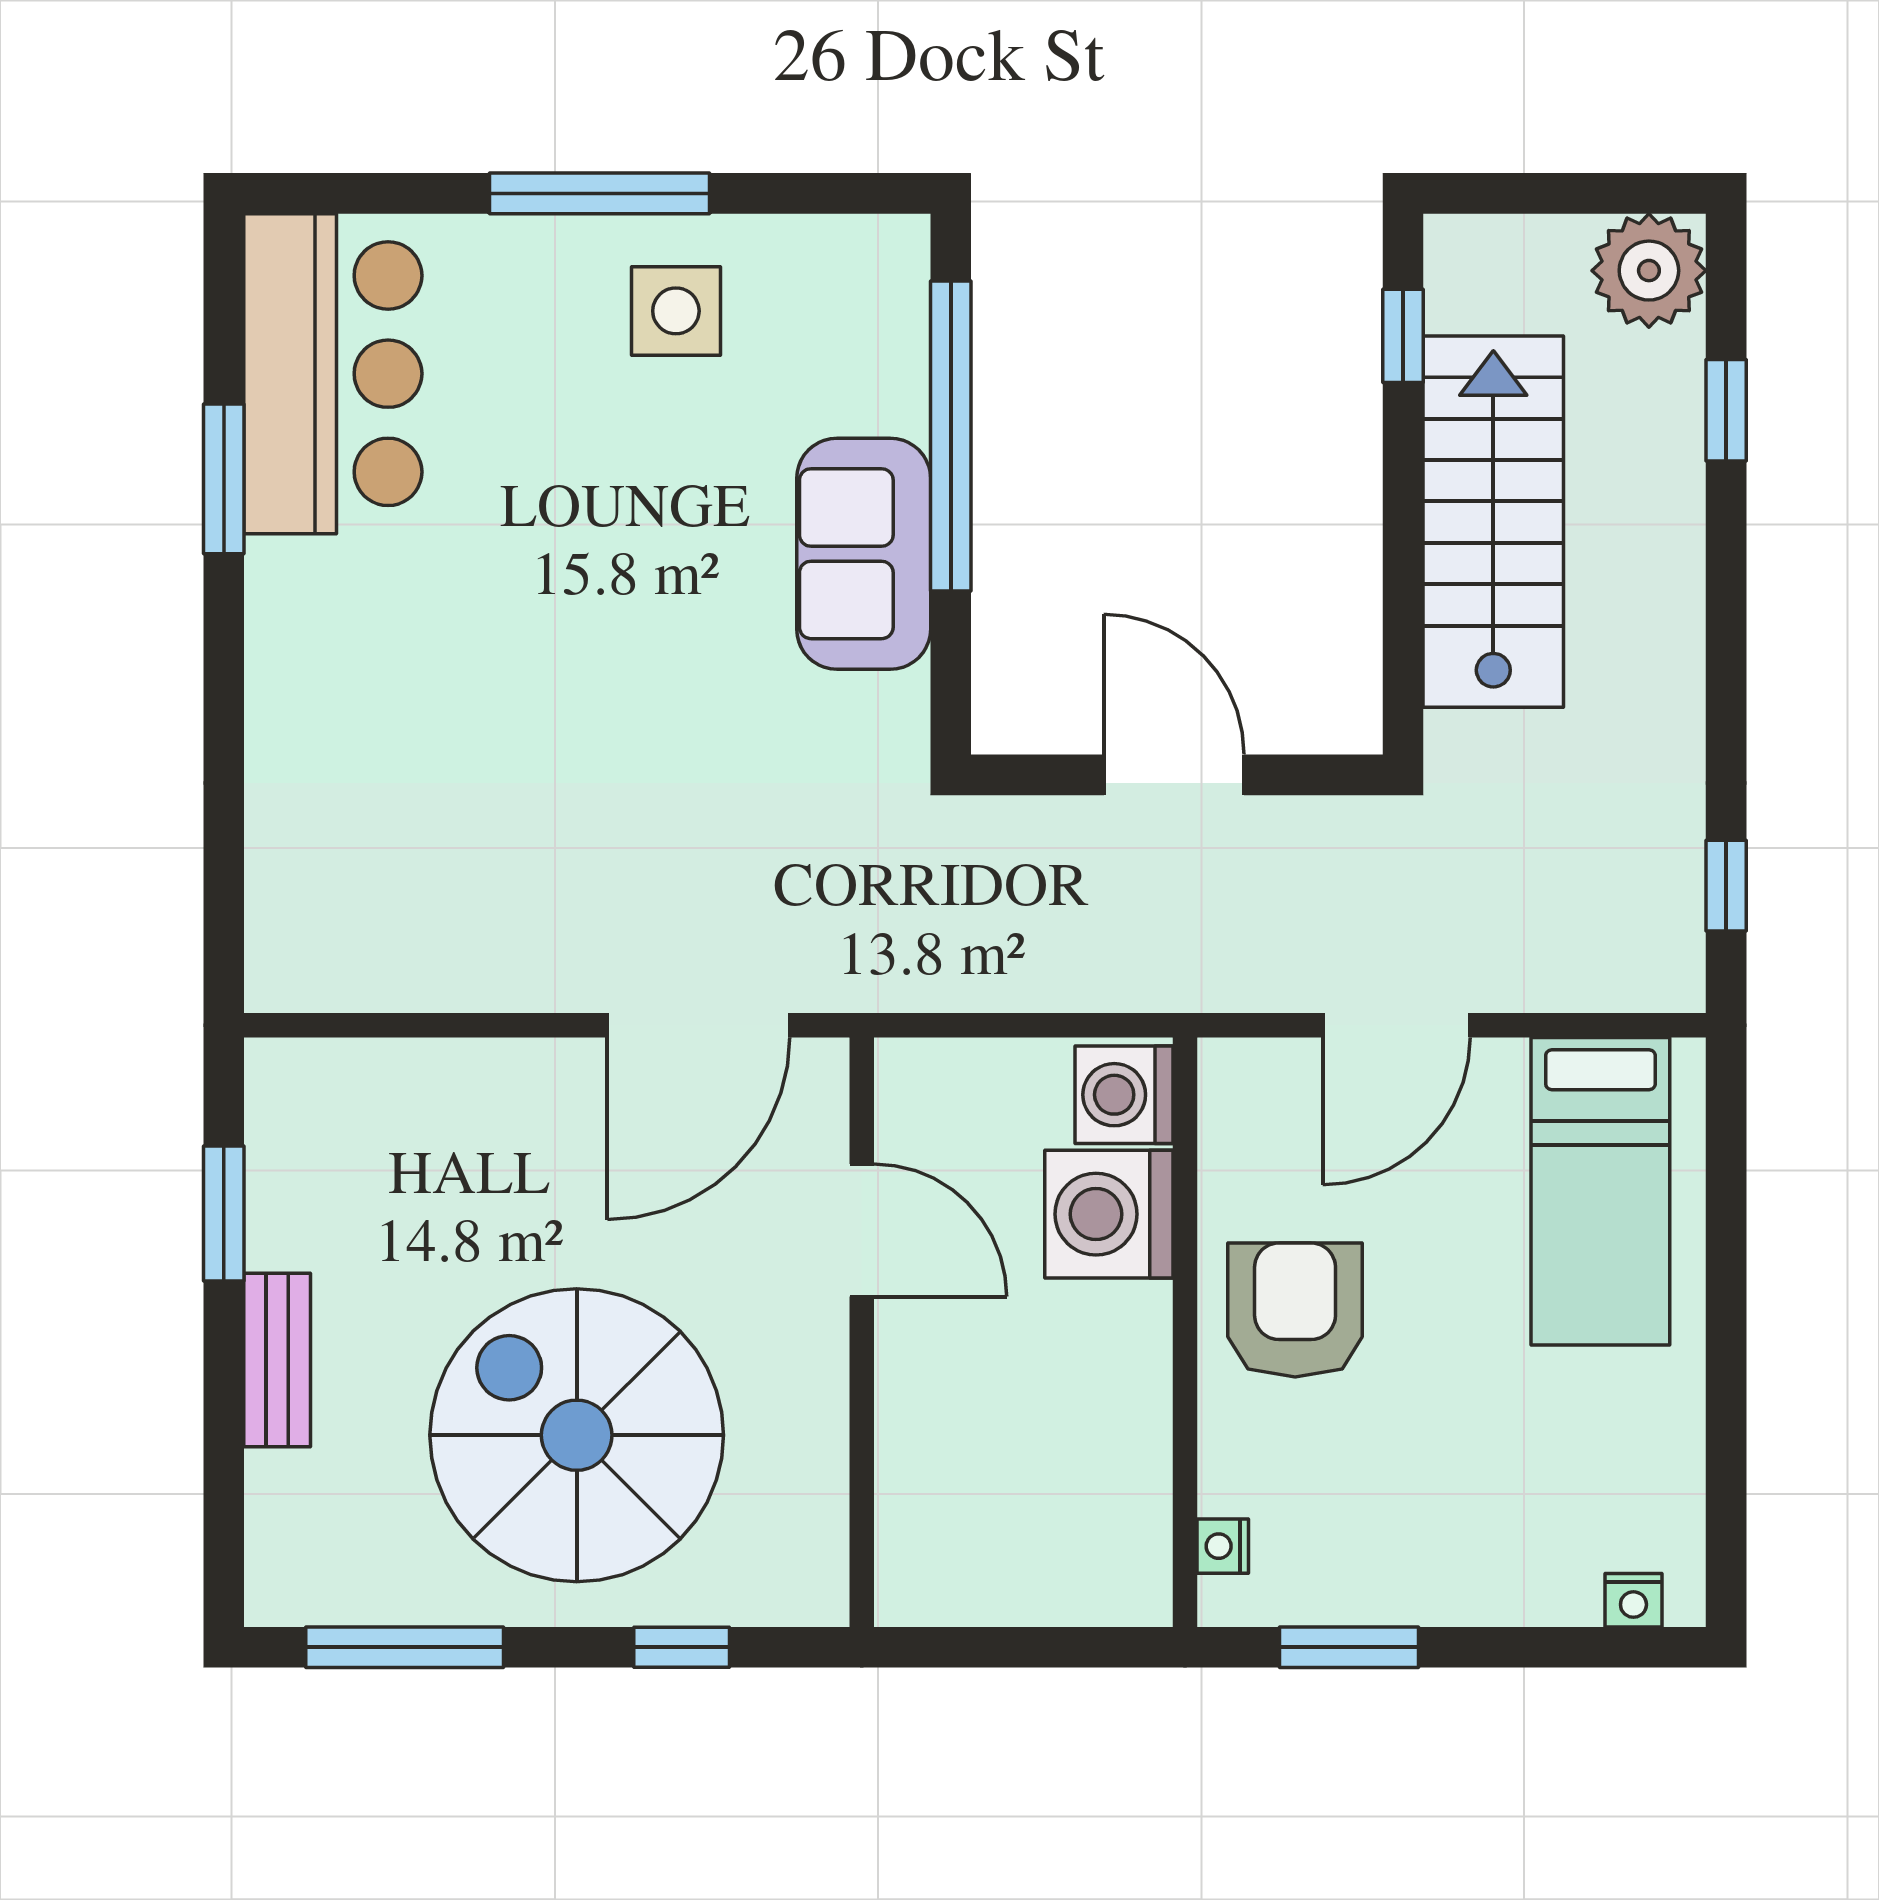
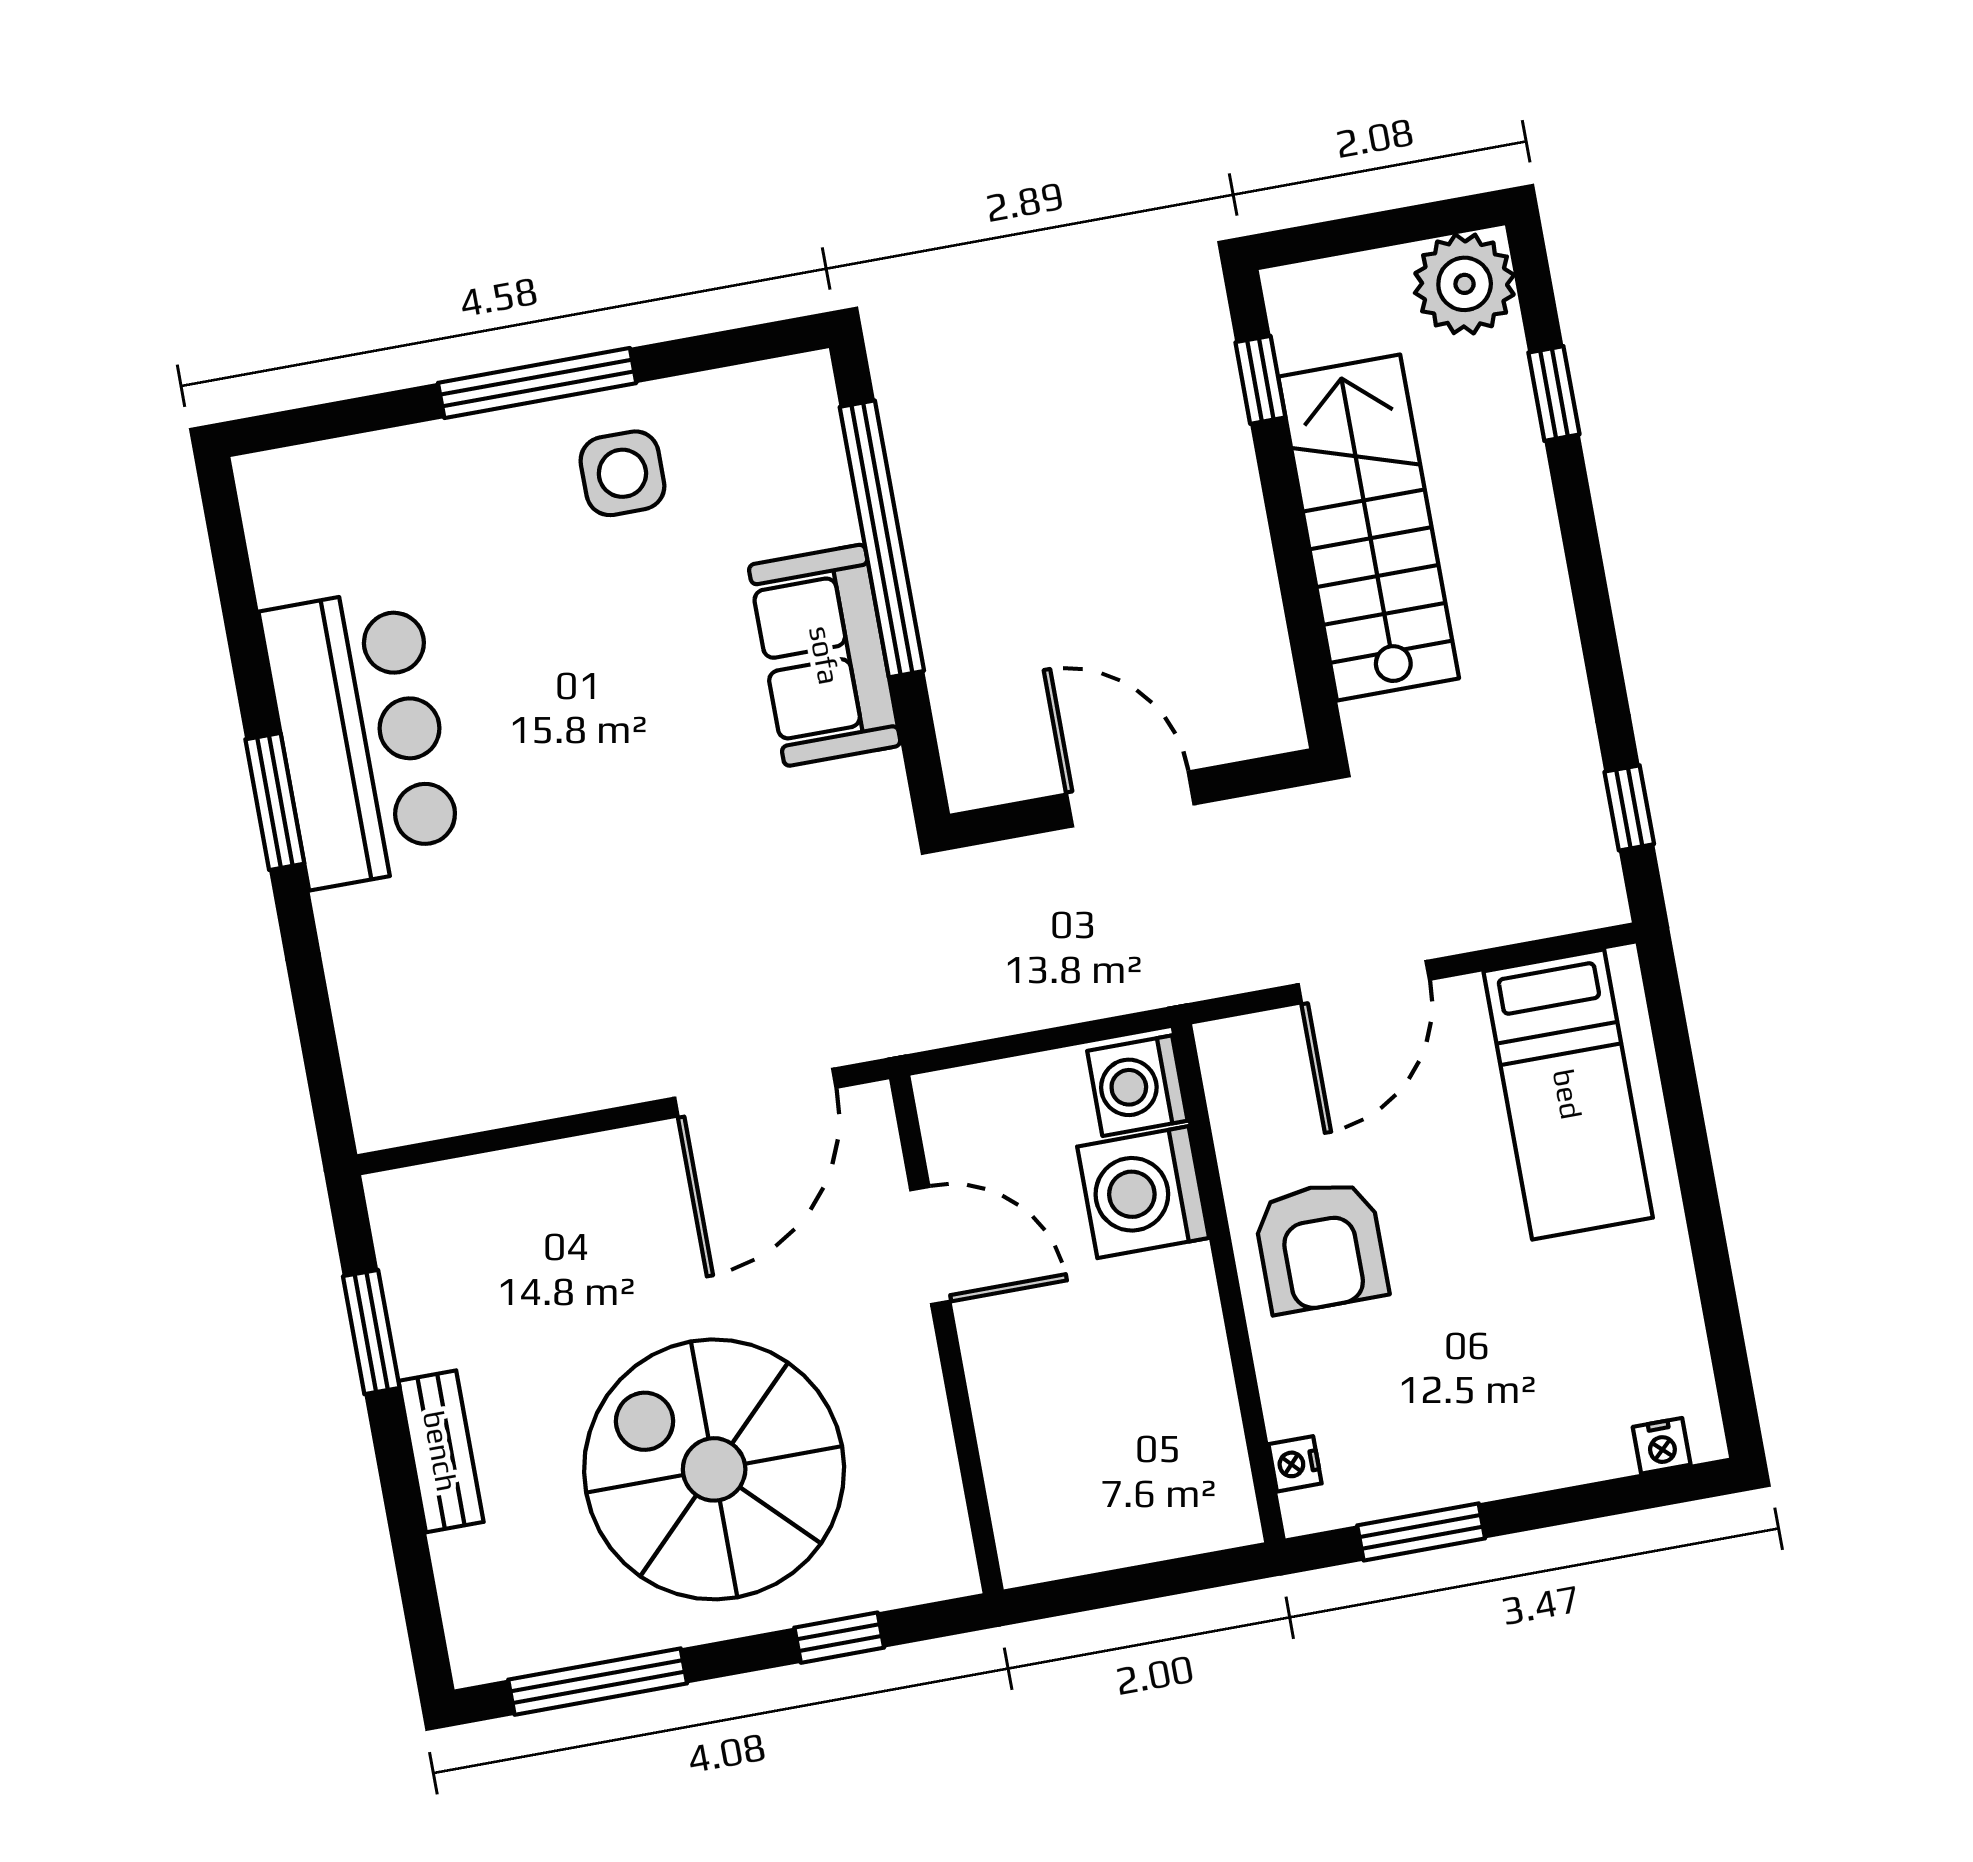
bar counter: (333, 374) -> (361, 737), moved
window: (224, 479) -> (275, 801), moved
armchair: (1295, 1310) -> (1321, 1246), turned 180

